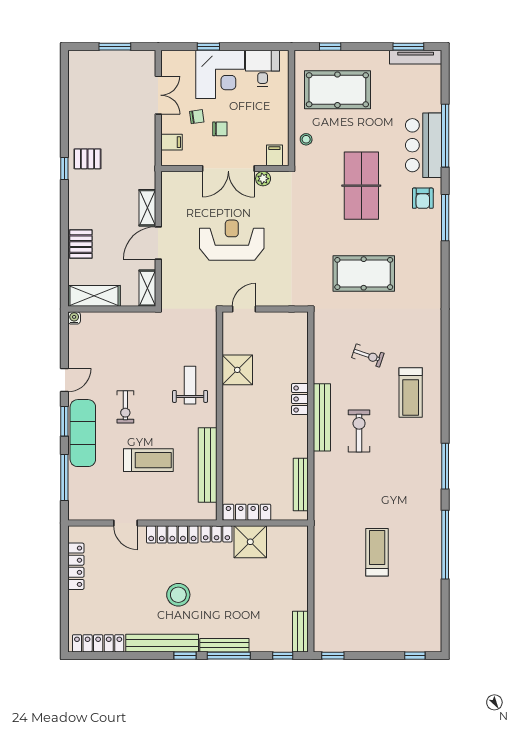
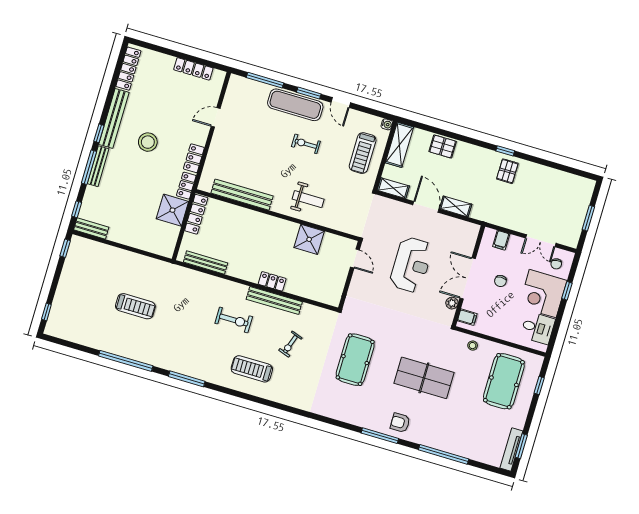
chair: (197, 117) -> (556, 264), moved
bar counter: (424, 145) -> (441, 435), removed
bench: (322, 417) -> (274, 301), moved
treadmill: (148, 460) -> (363, 153), moved
locker: (172, 534) -> (194, 158), width x0.66

